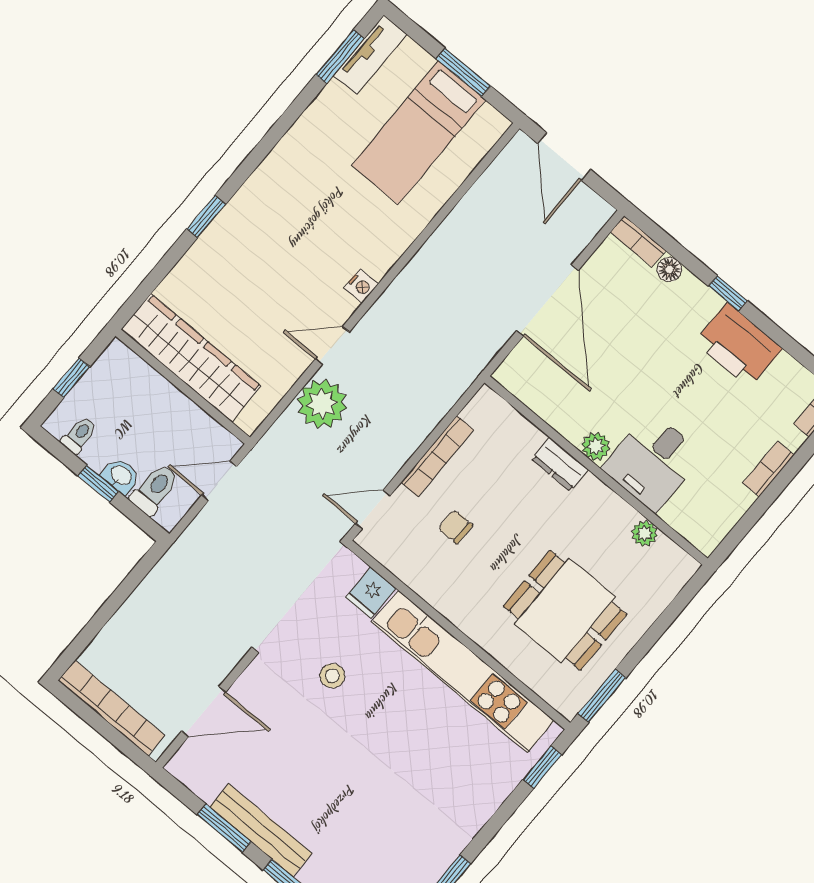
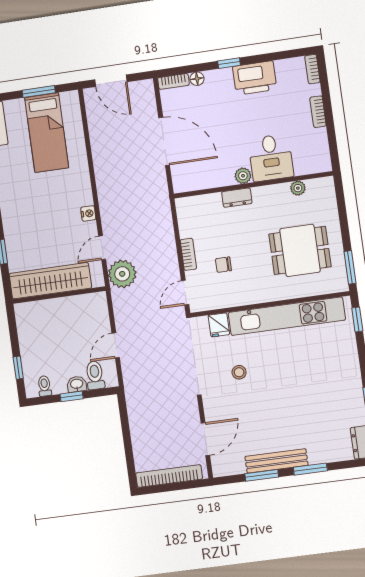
wardrobe: (191, 358) -> (50, 281), moved
wall: (183, 387) -> (59, 295), moved
bookcase: (437, 456) -> (188, 254), width x0.64

